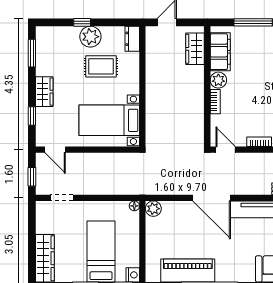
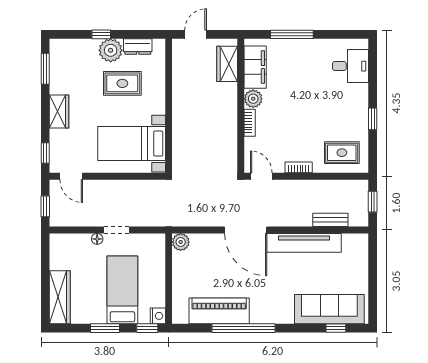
dresser: (132, 39) -> (138, 46), moved, turned -90
window: (32, 116) -> (45, 153), moved
doorway: (62, 198) -> (116, 230), moved
floor lamp: (134, 206) -> (97, 239), moved

